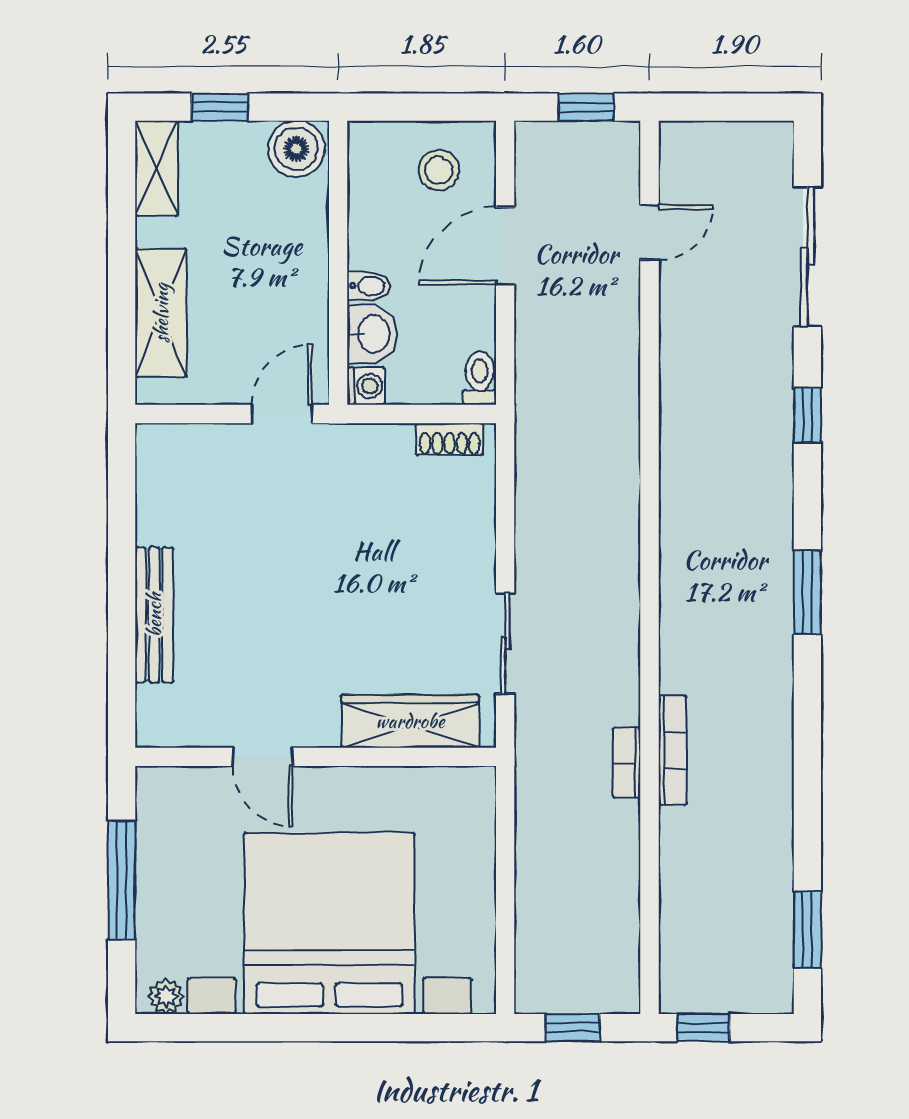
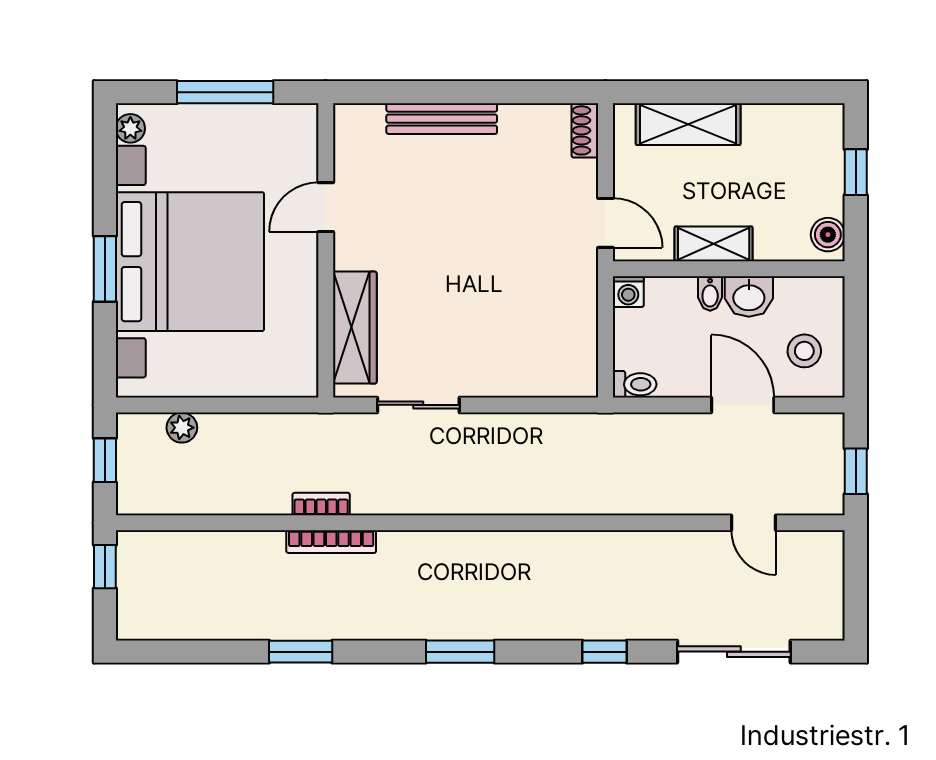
boiler: (296, 149) -> (828, 235), width x0.73, depth x0.73
shelving: (157, 168) -> (714, 244), moved
washbasin: (372, 334) -> (749, 297), moved
shoe rack: (450, 439) -> (585, 130), moved
window: (807, 930) -> (301, 652), moved
plant: (533, 933) -> (182, 428), added
window: (338, 1028) -> (105, 269), added

